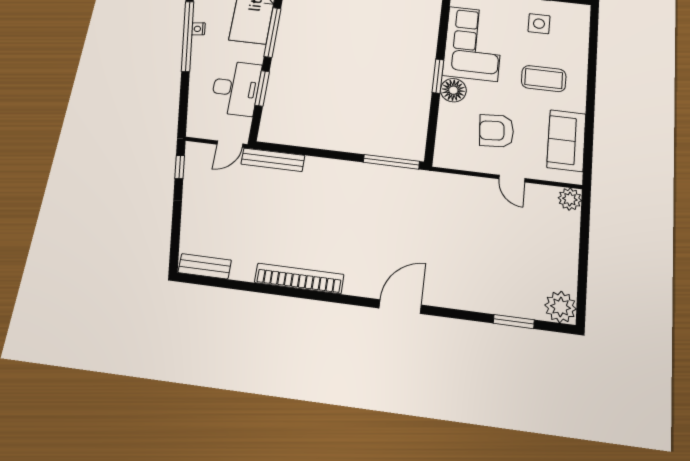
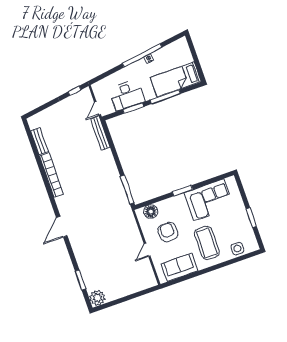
side table: (539, 24) -> (237, 249), moved
coffee table: (544, 79) -> (207, 243), width x1.36, depth x1.32
floor lamp: (453, 90) -> (151, 212), moved
door: (230, 144) -> (98, 108), hinge flipped
plant: (570, 199) -> (151, 281), removed
bench: (205, 266) -> (39, 141), moved
door: (400, 307) -> (62, 227), swing flipped

